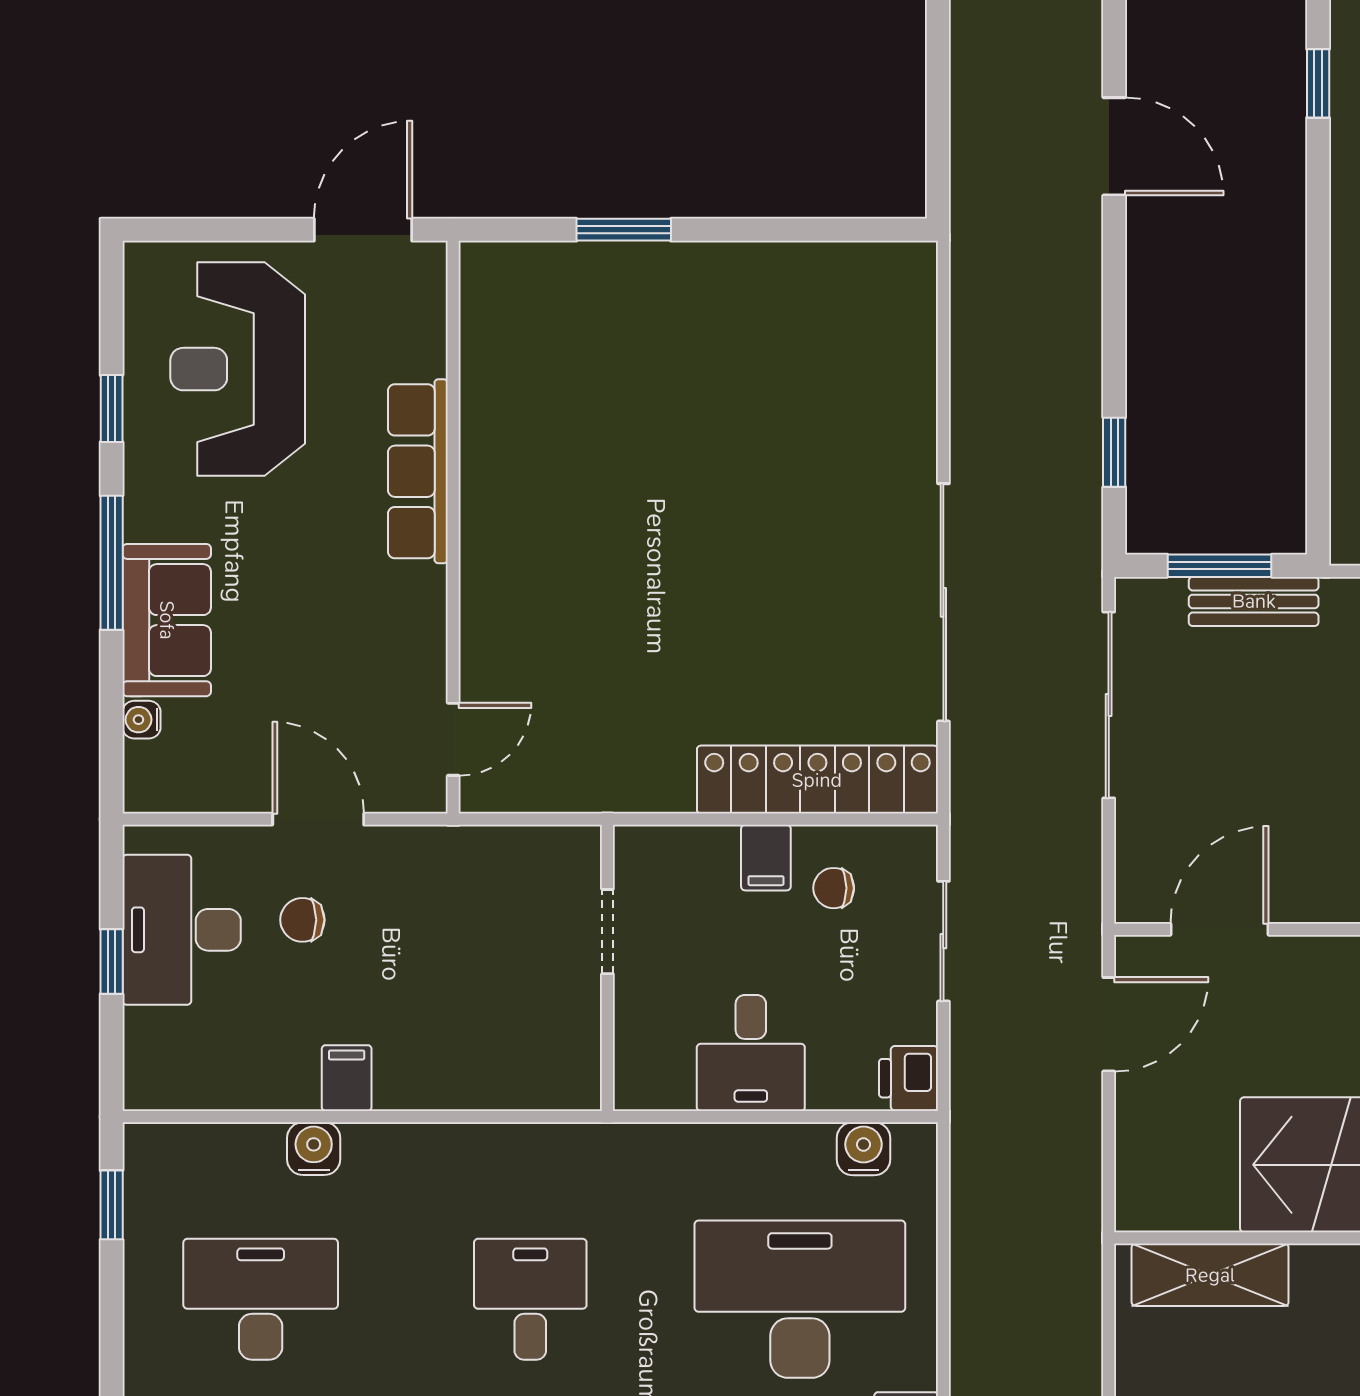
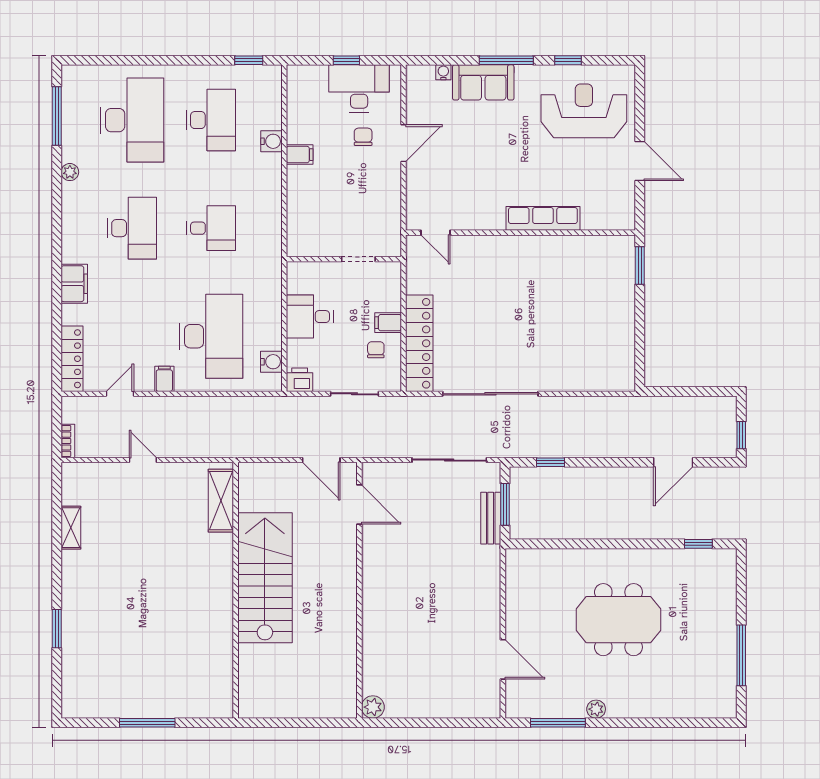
row of seats: (418, 471) -> (543, 218), moved
wall: (453, 527) -> (520, 233), moved
door: (453, 739) -> (435, 233), moved

